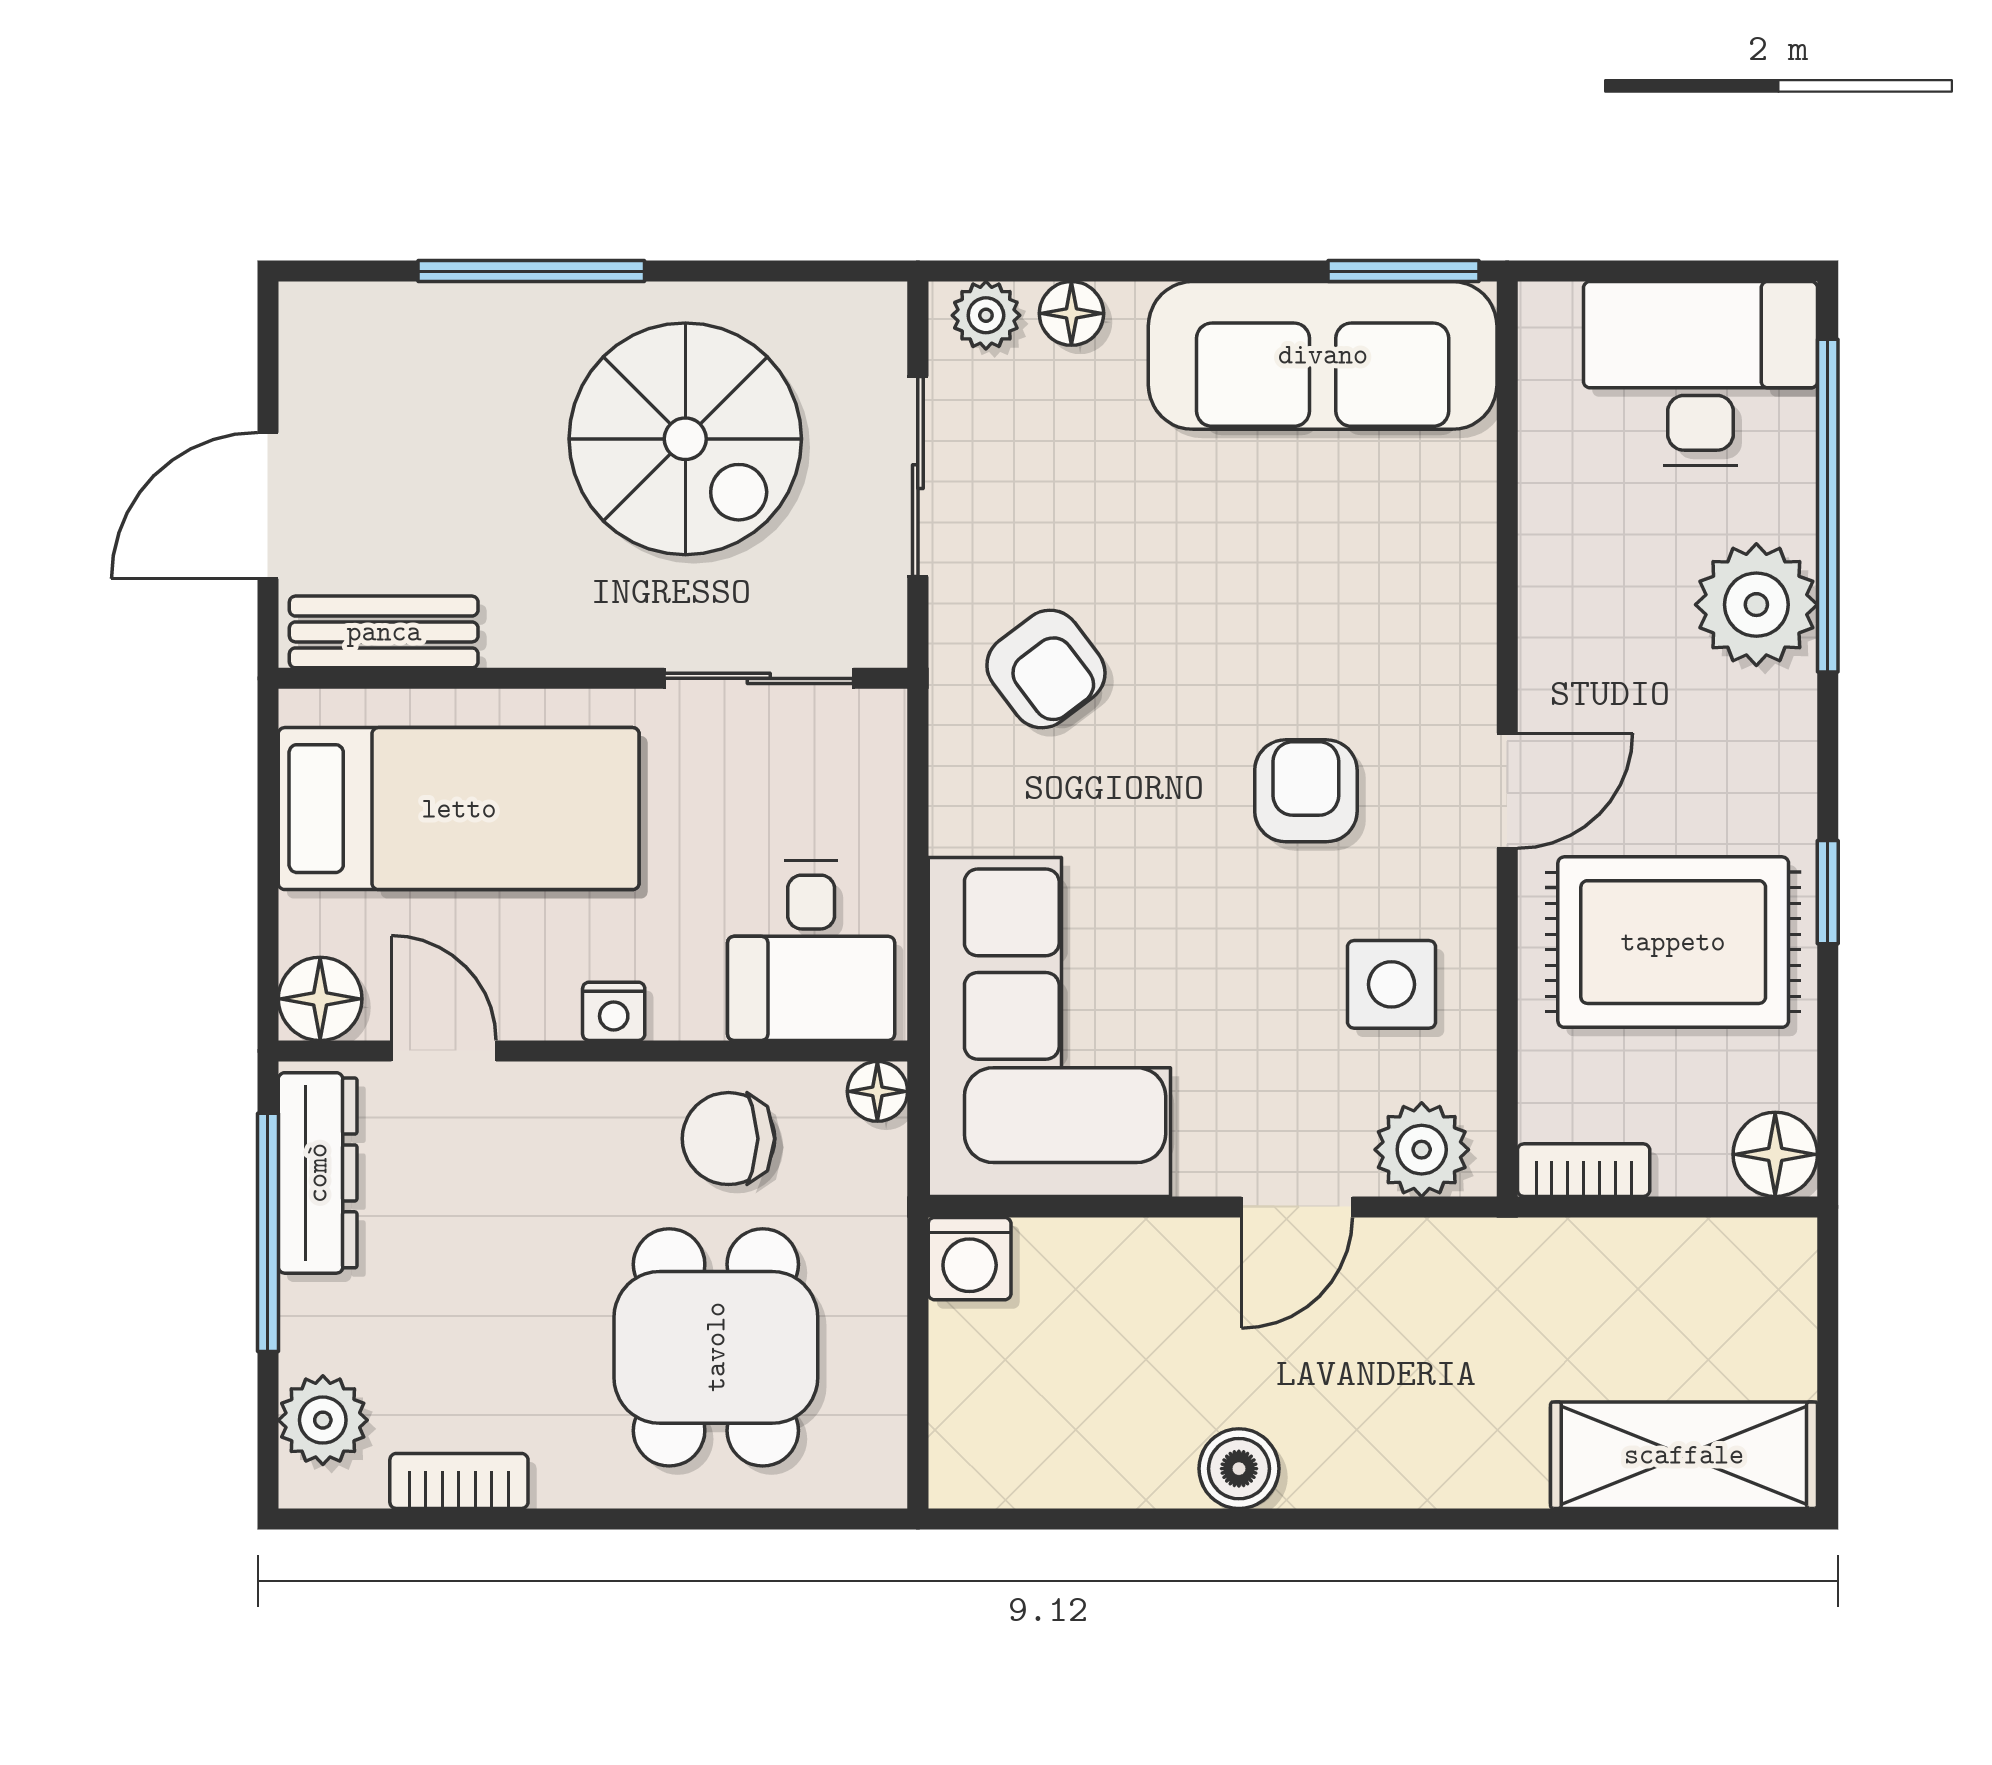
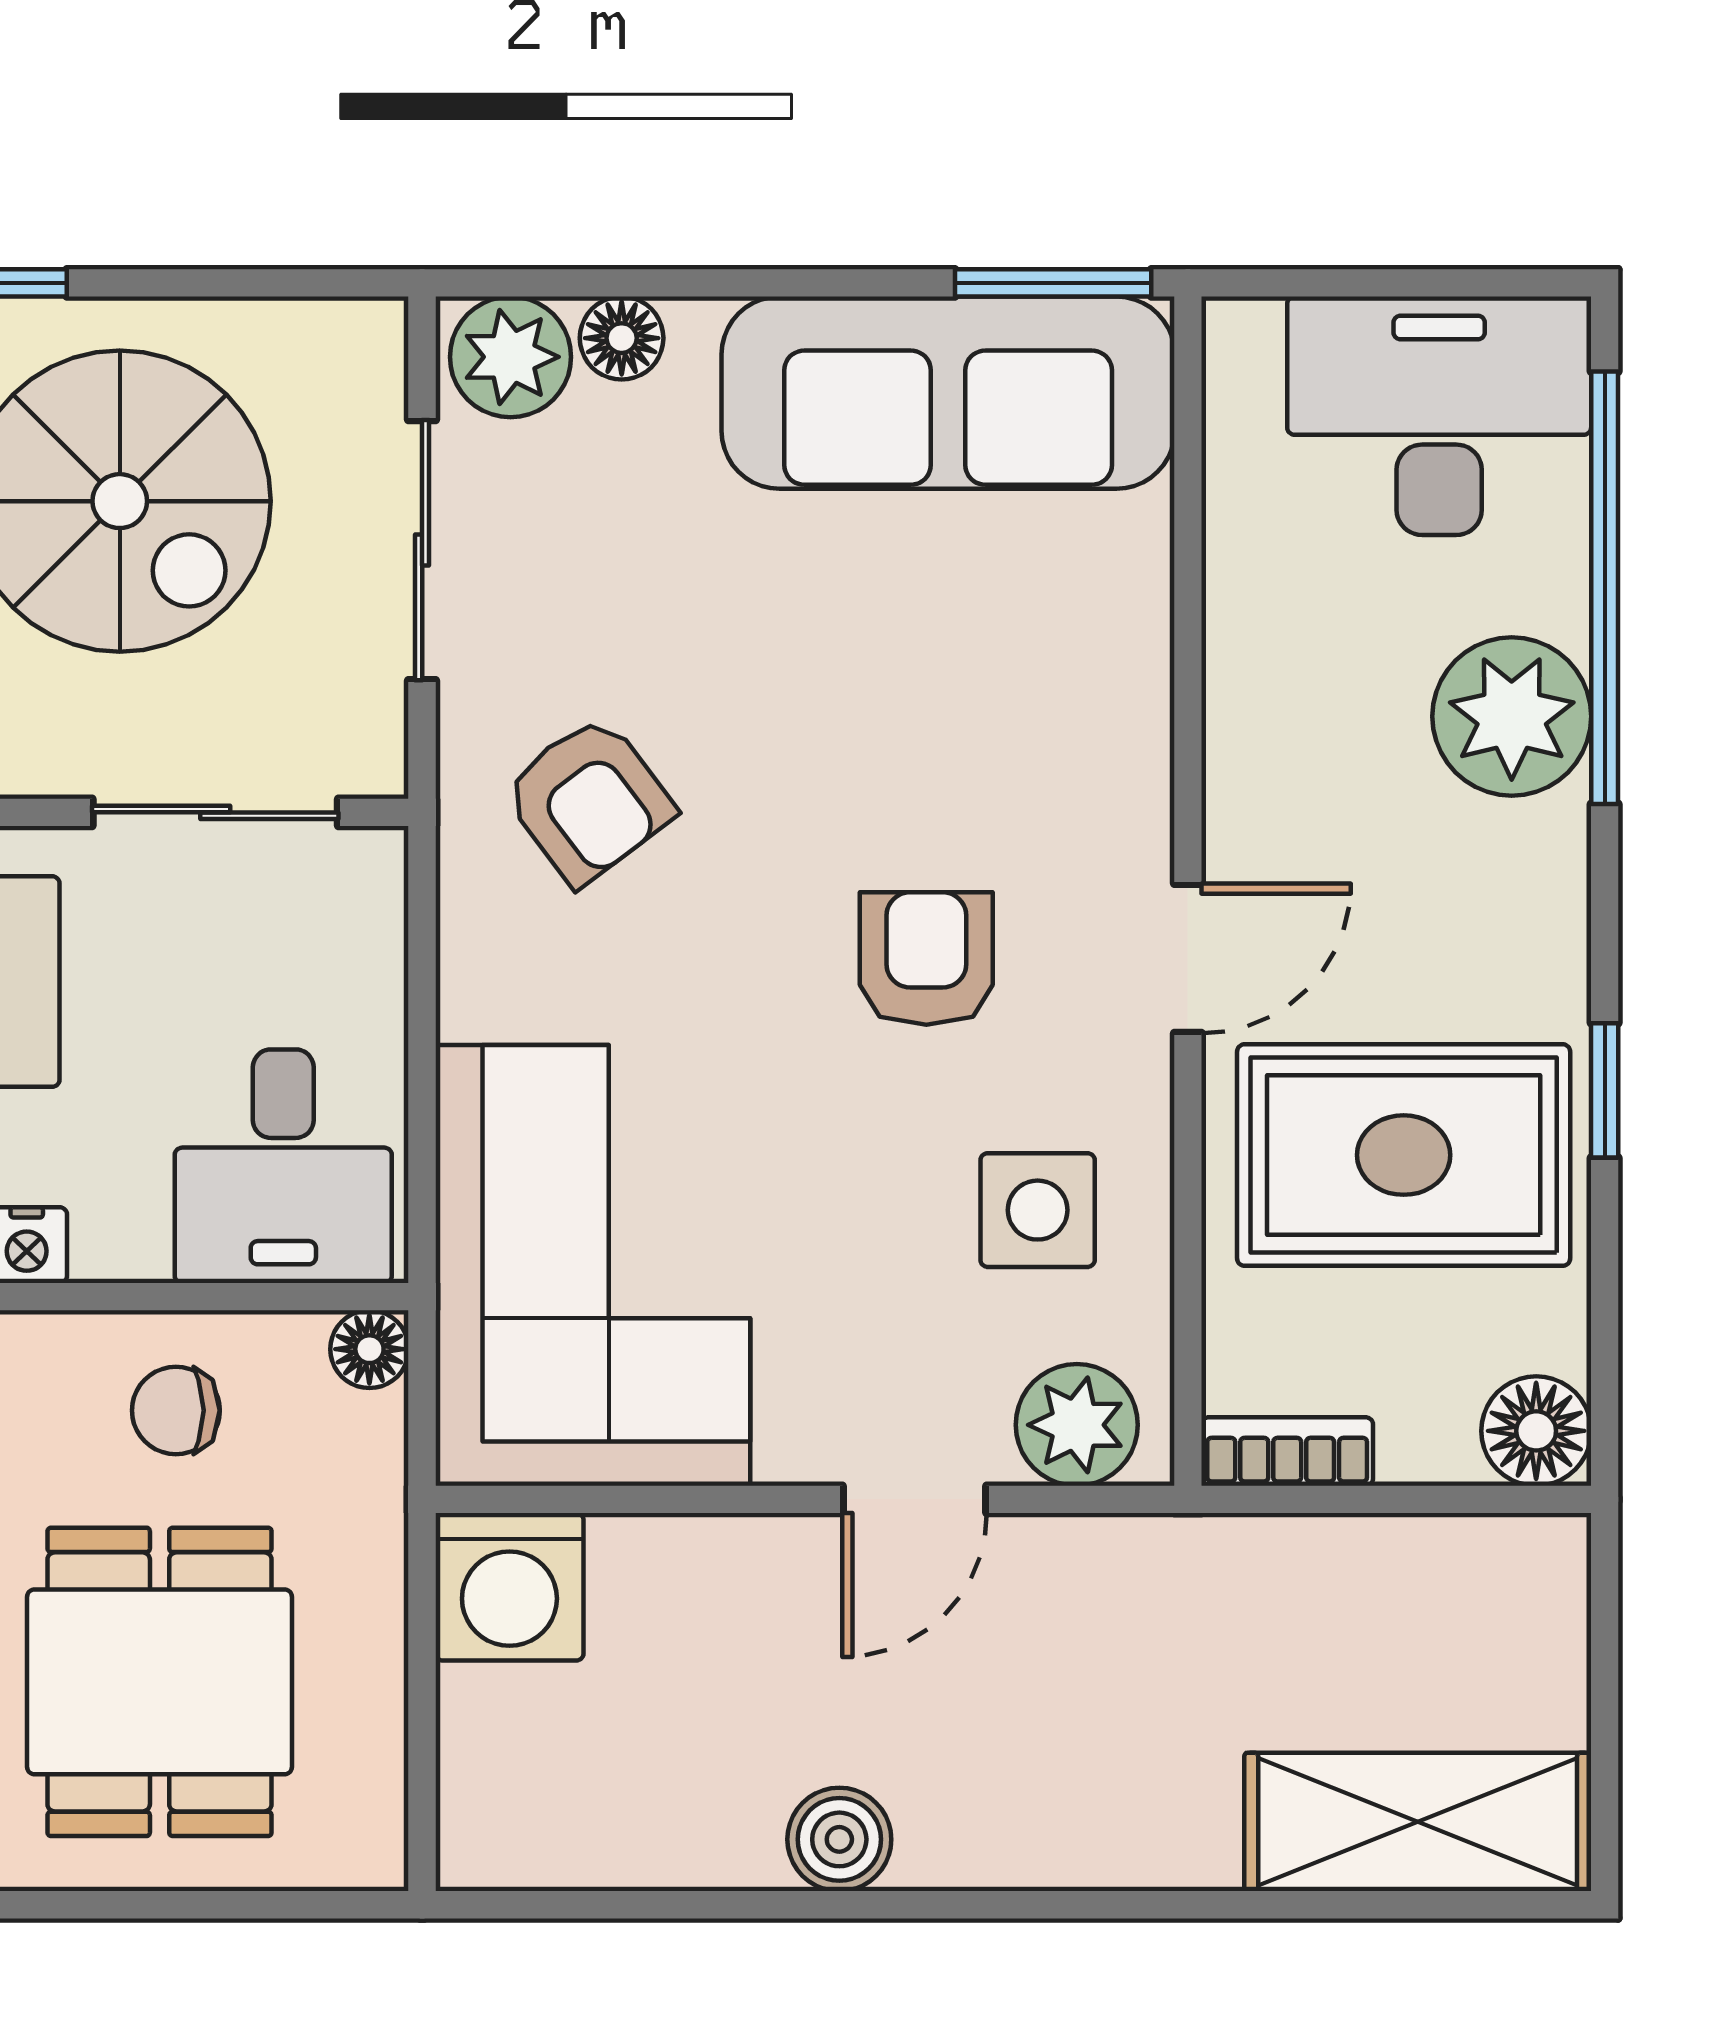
plant: (986, 315) -> (510, 357), width x1.38, depth x1.38
chair: (729, 1139) -> (176, 1410), width x0.73, depth x0.73
washing machine: (970, 1259) -> (509, 1587), width x1.38, depth x1.38

